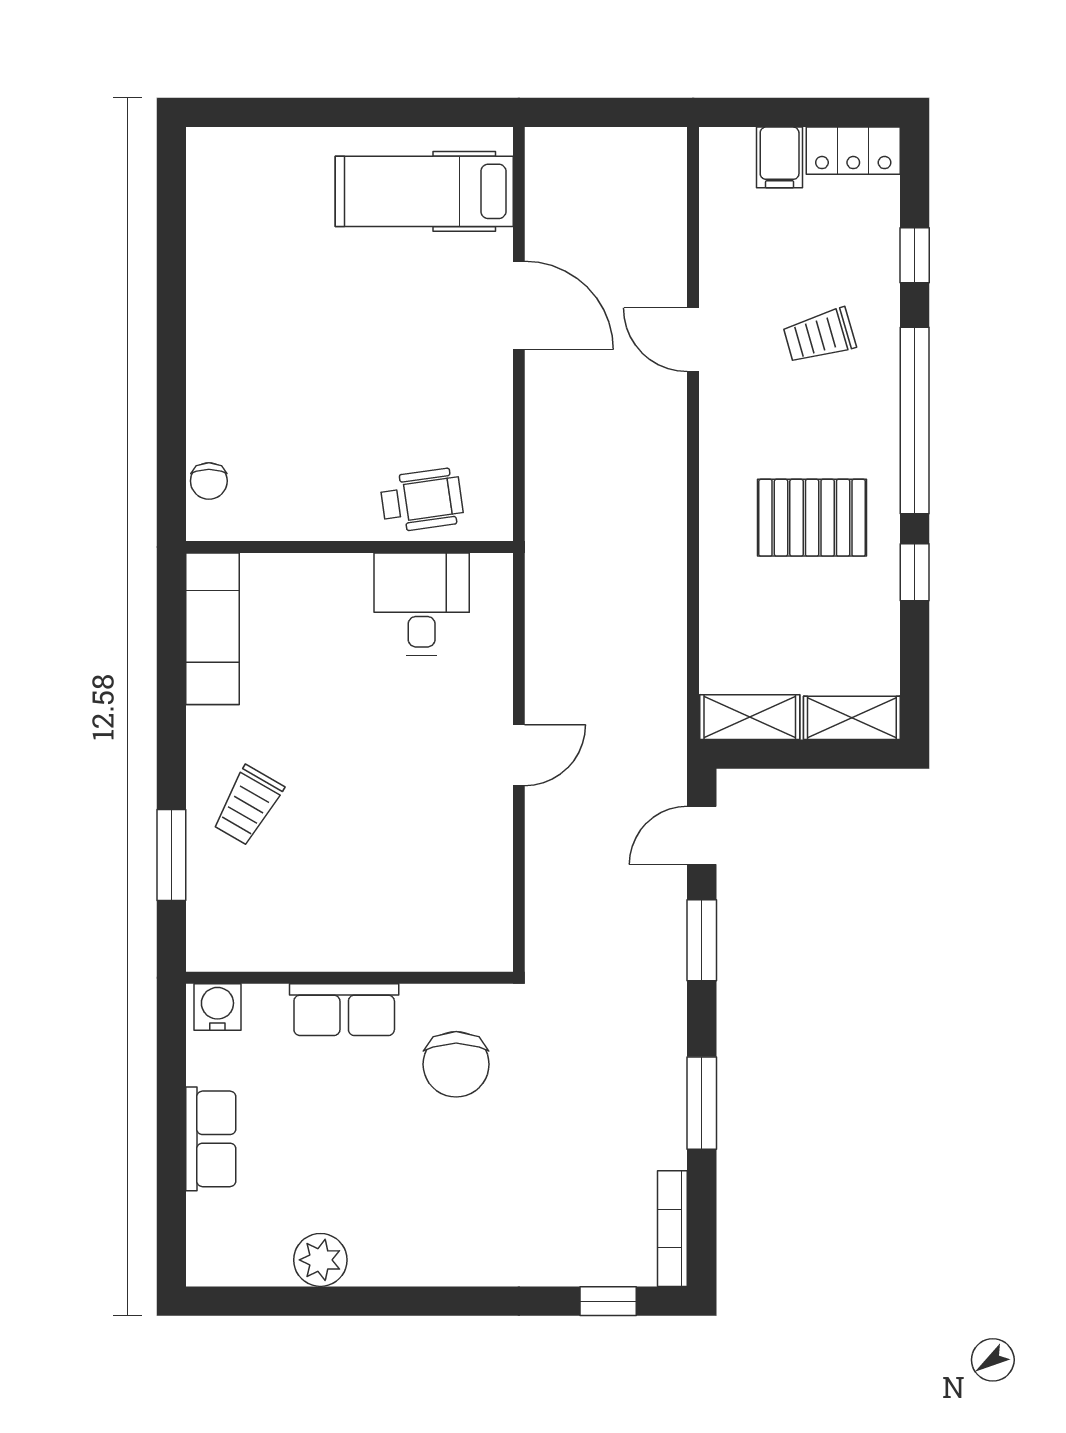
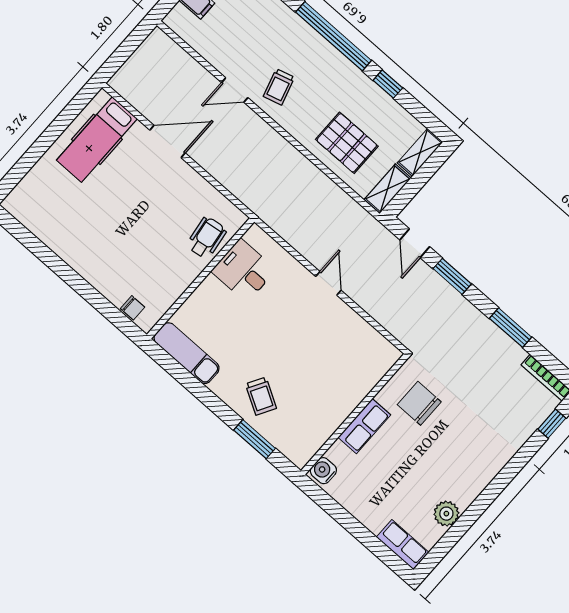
trolley: (819, 336) -> (279, 87), moved
pallet: (812, 518) -> (347, 143), moved, turned 90
chair: (456, 1064) -> (419, 403), turned 180
row of seats: (211, 1139) -> (403, 545), moved

